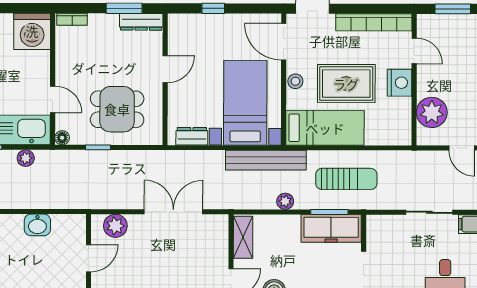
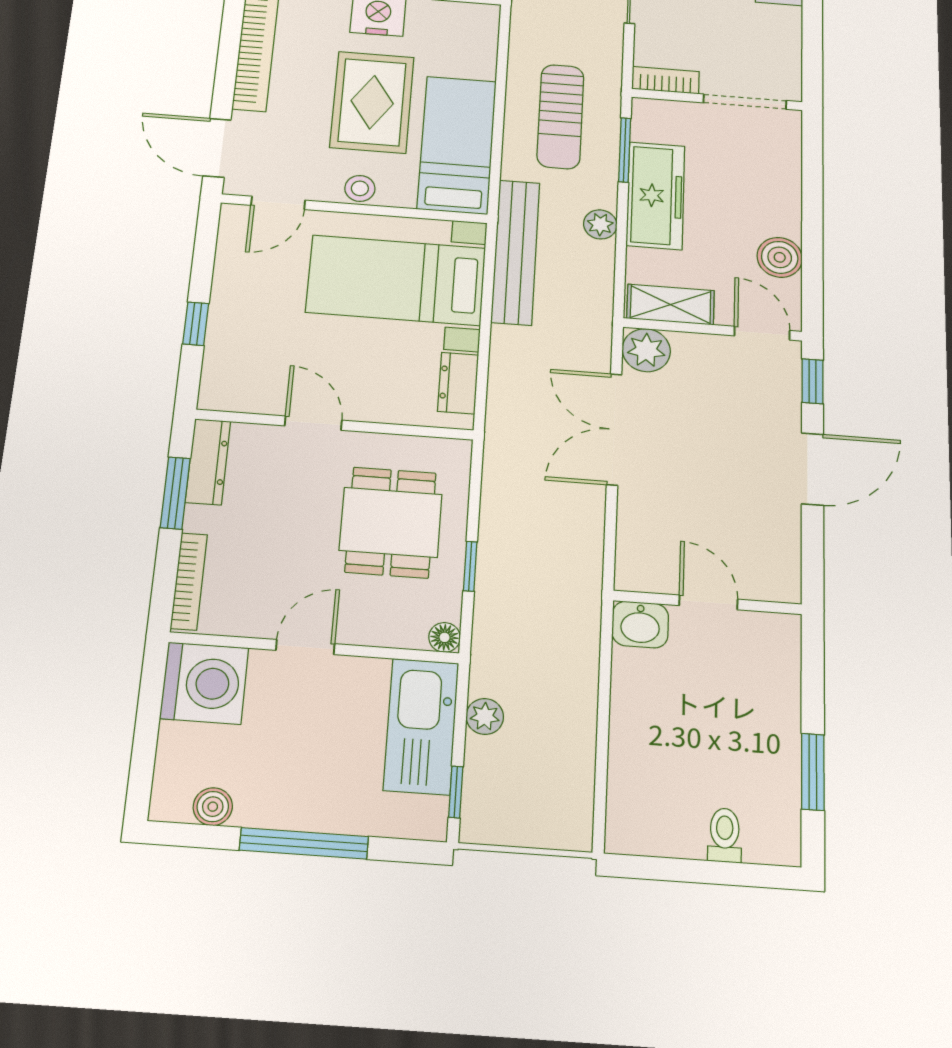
bookcase: (72, 19) -> (189, 581), width x1.56
door: (284, 42) -> (278, 203), width x0.73
door: (53, 99) -> (305, 647), moved
sun lounger: (346, 179) -> (560, 116), turned 180
washbasin: (37, 225) -> (640, 625), moved, turned 90
plant: (115, 226) -> (646, 350), moved
freezer: (331, 228) -> (656, 196), moved
bookcase: (373, 232) -> (666, 80), added

